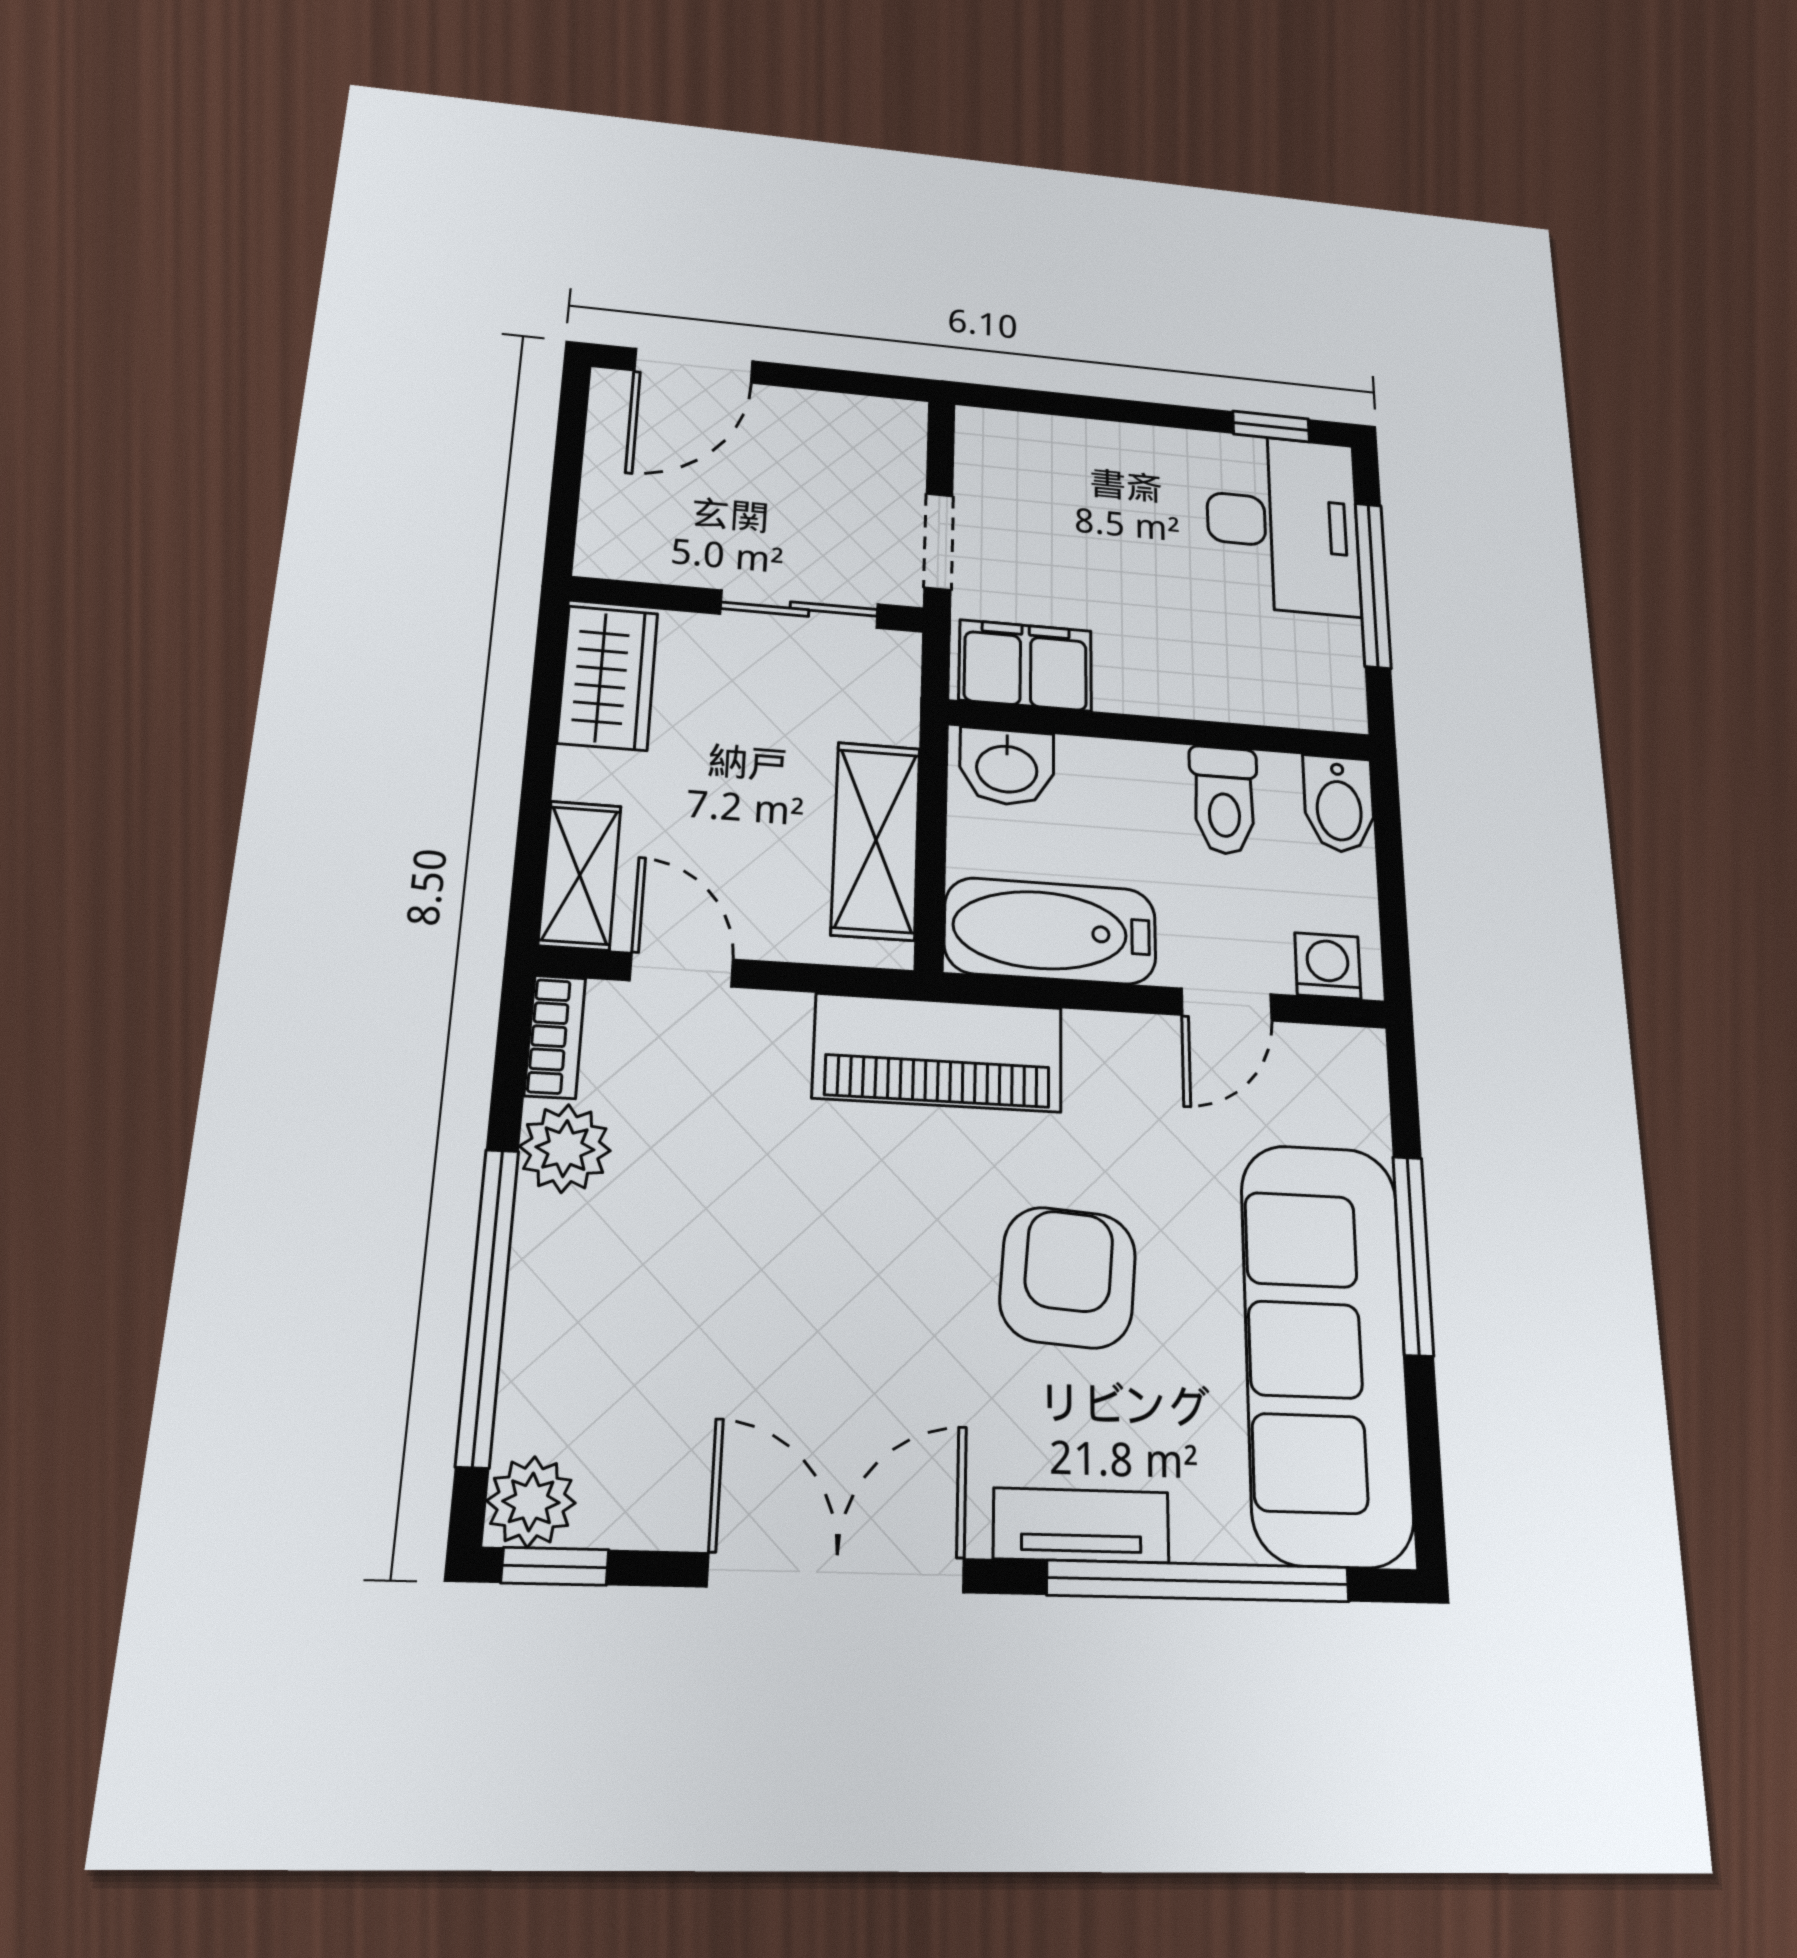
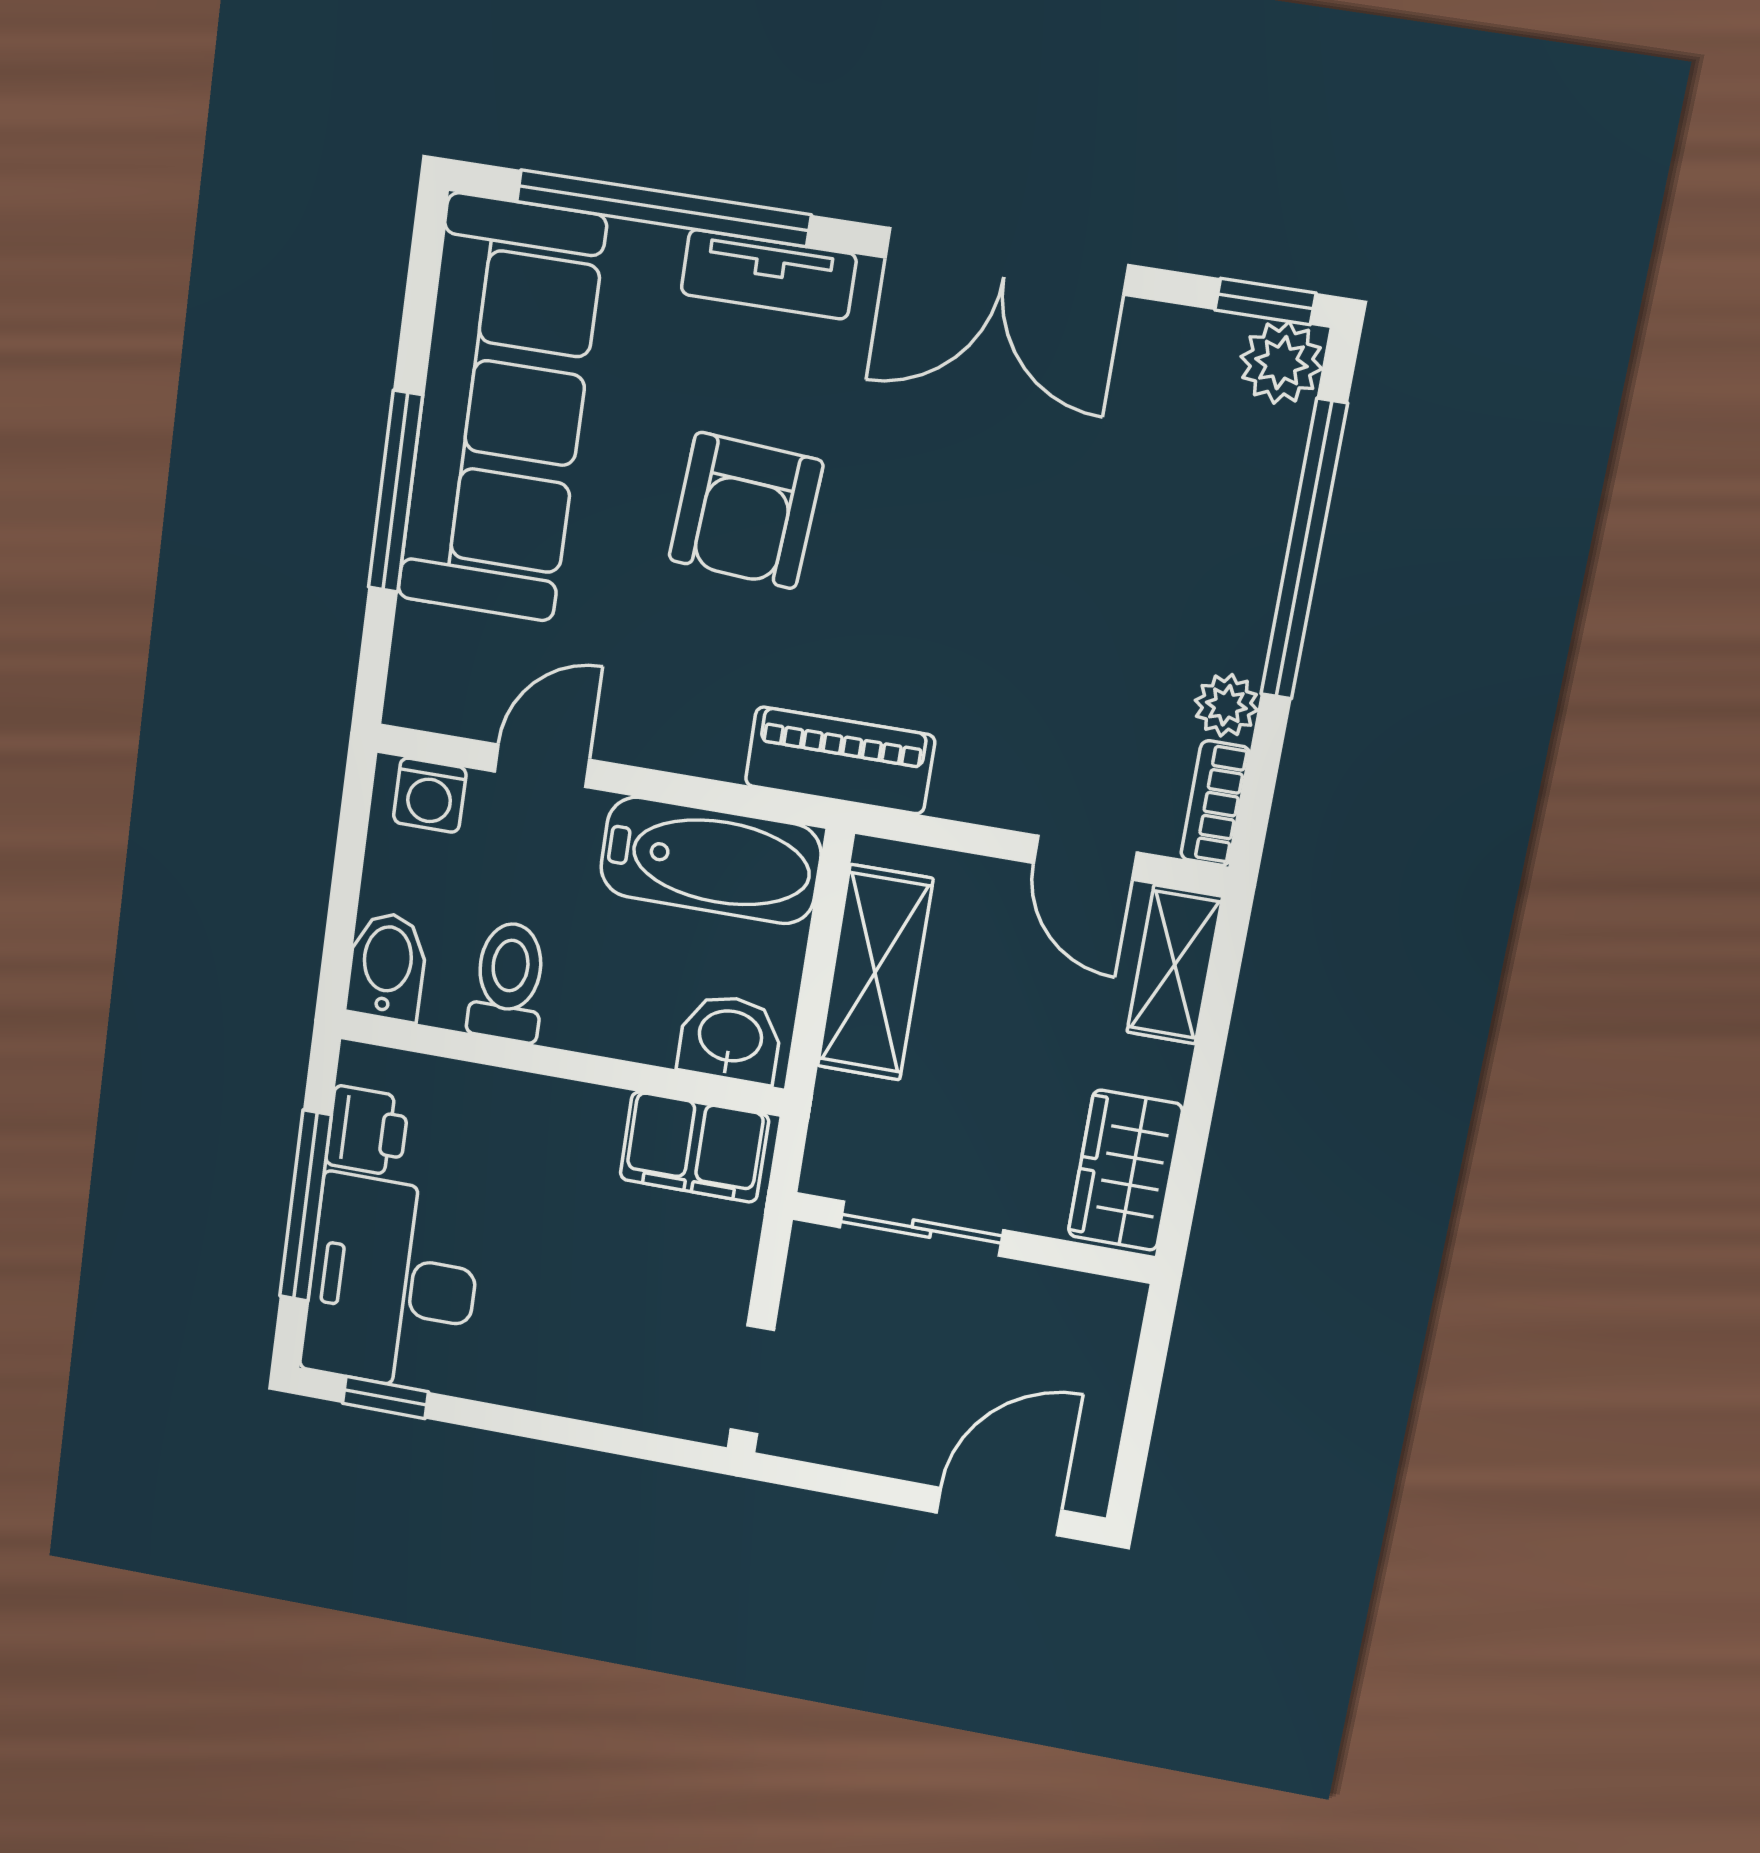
doorway: (938, 542) -> (752, 1380), moved
printer: (1330, 655) -> (367, 1131), added
piano: (938, 1053) -> (840, 760), width x0.73, depth x0.75
plant: (565, 1148) -> (1226, 705), width x0.73, depth x0.73

